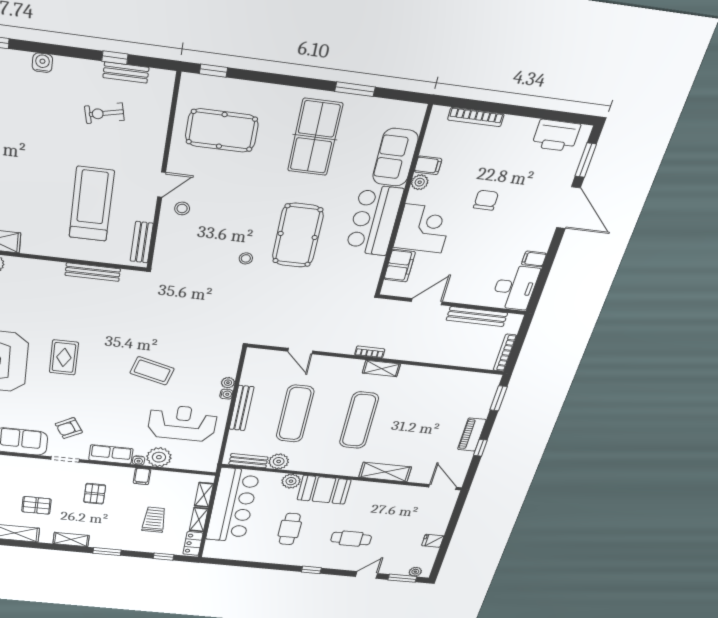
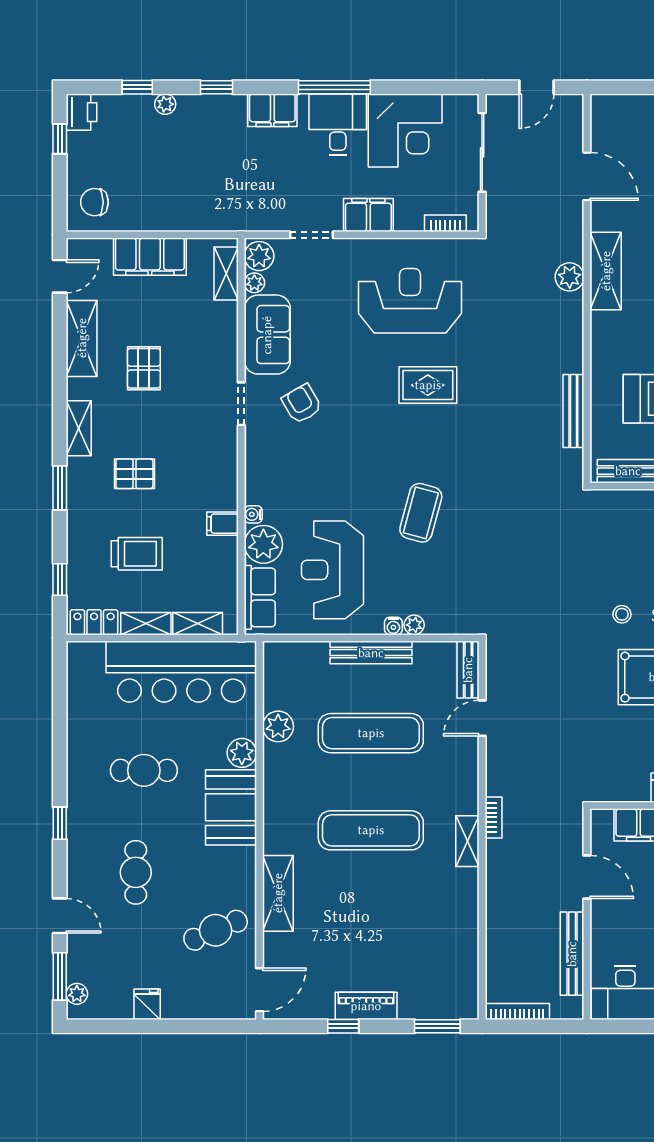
reception desk: (182, 423) -> (332, 570), turned 180
row of seats: (111, 454) -> (260, 597), moved
bench: (248, 461) -> (468, 670), moved
pallet: (95, 494) -> (134, 474), moved
cafe table: (398, 505) -> (216, 930), added

